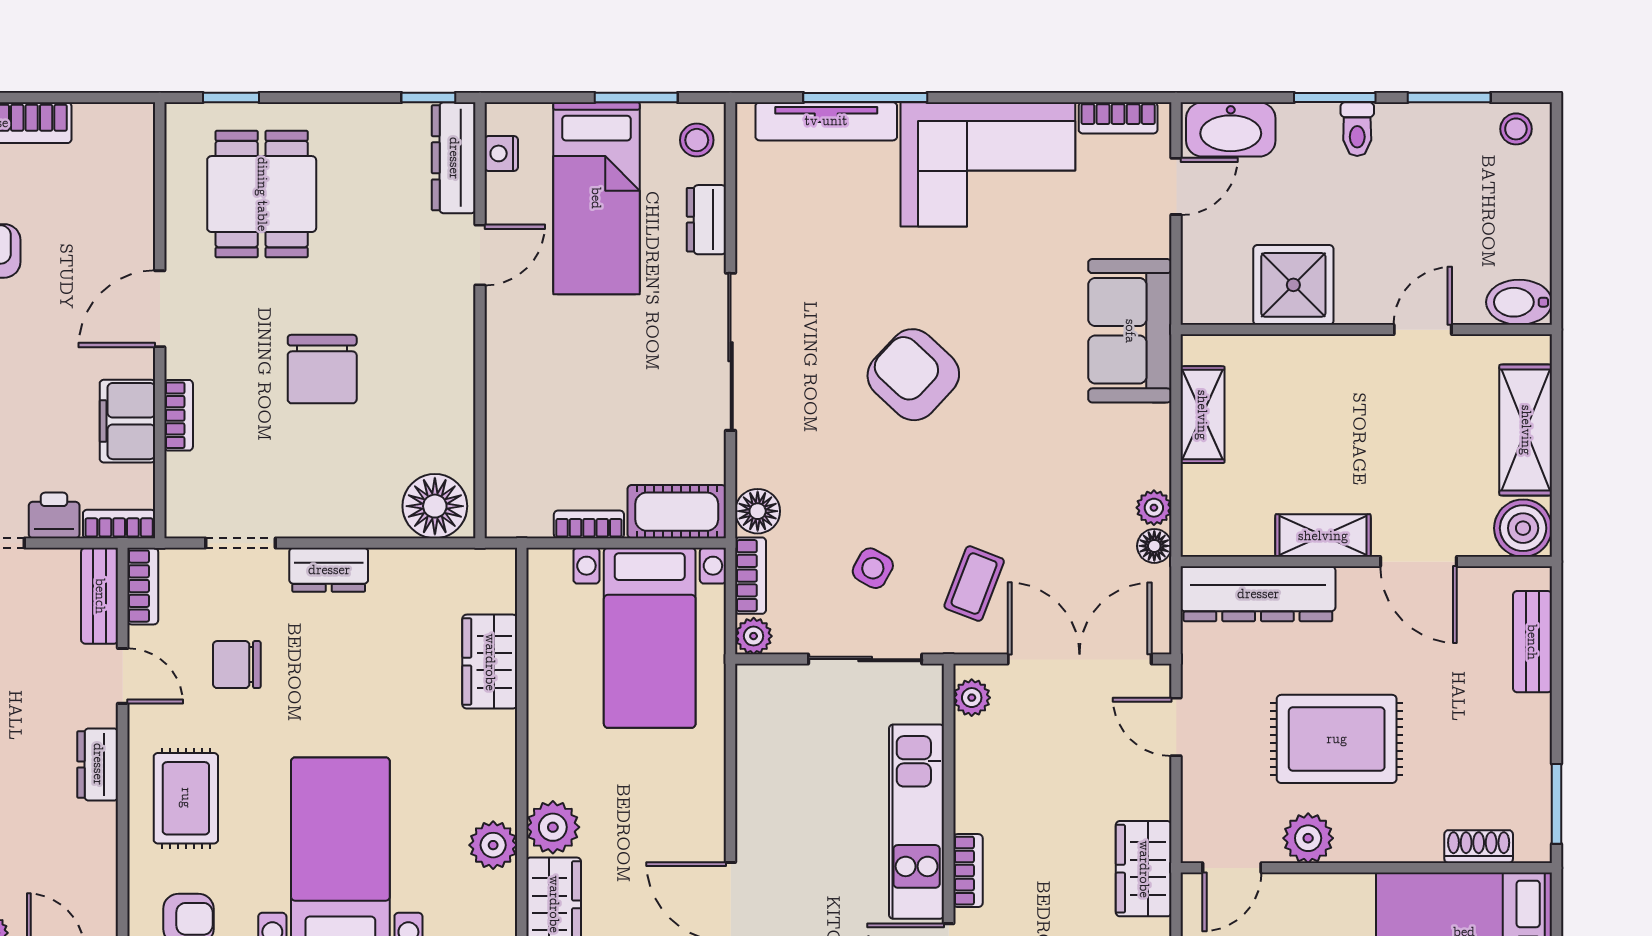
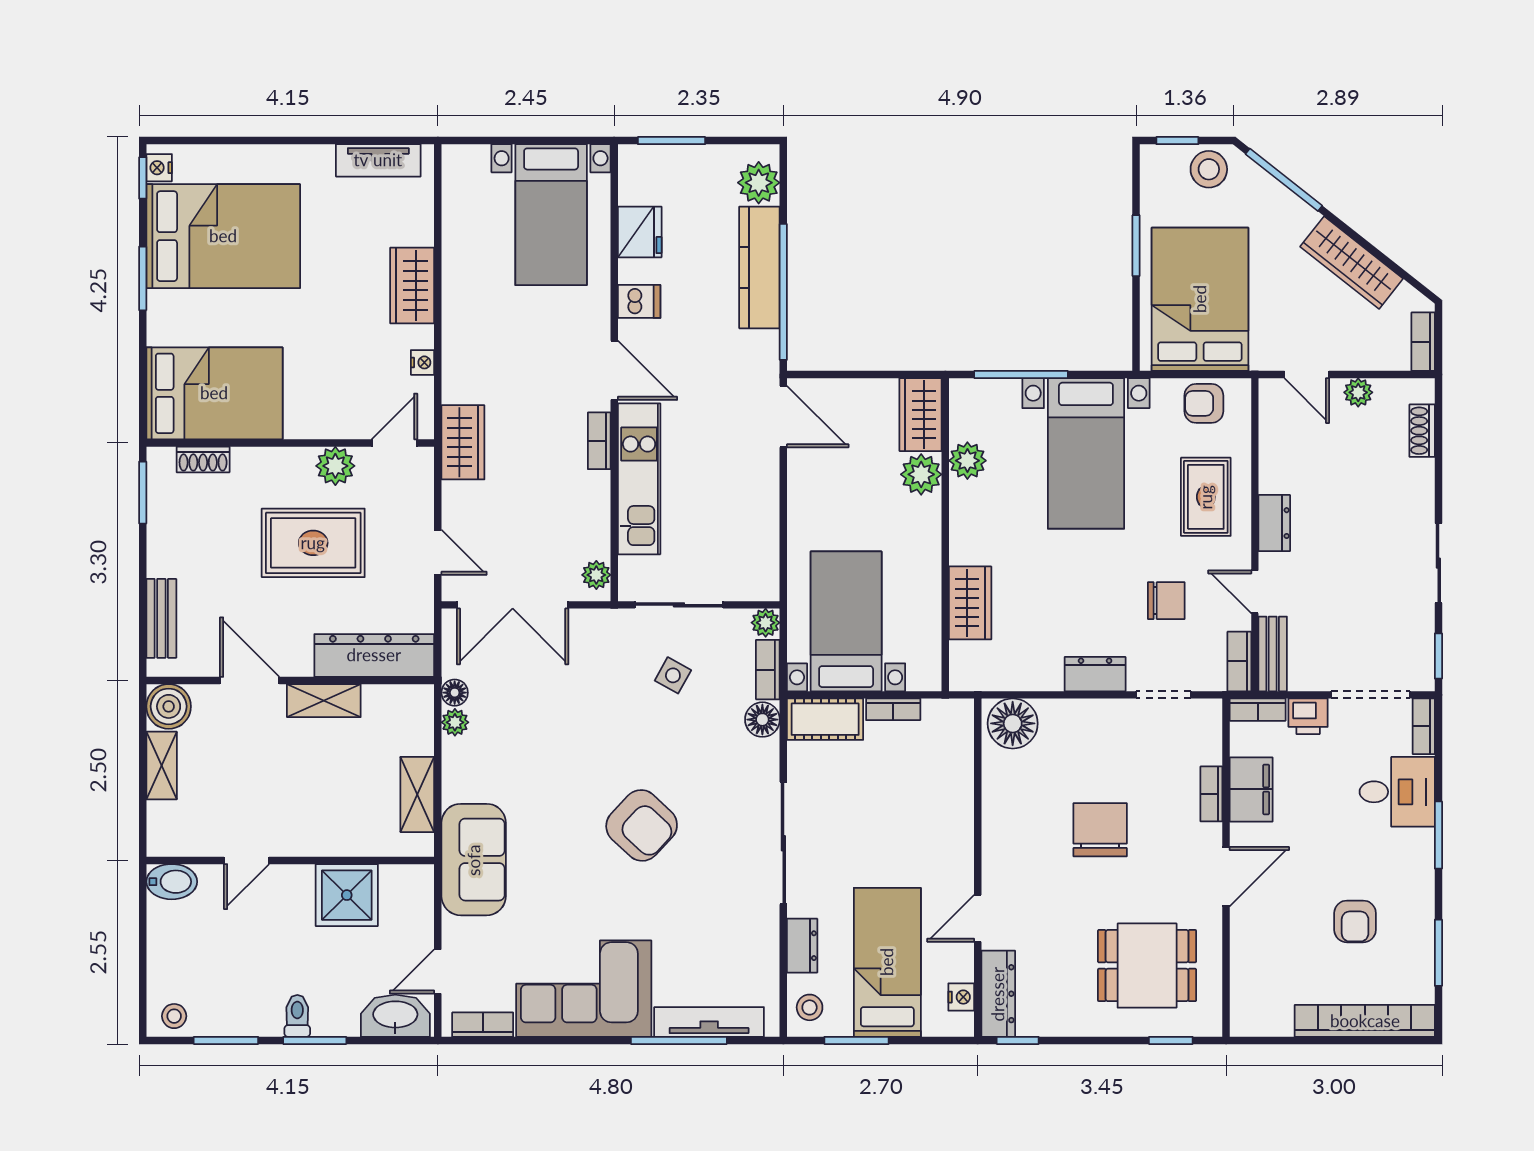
dining table: (262, 194) -> (1147, 966), turned 90
shelving: (1526, 430) -> (162, 766), width x0.67, depth x0.75
coffee table: (974, 584) -> (594, 663), removed

